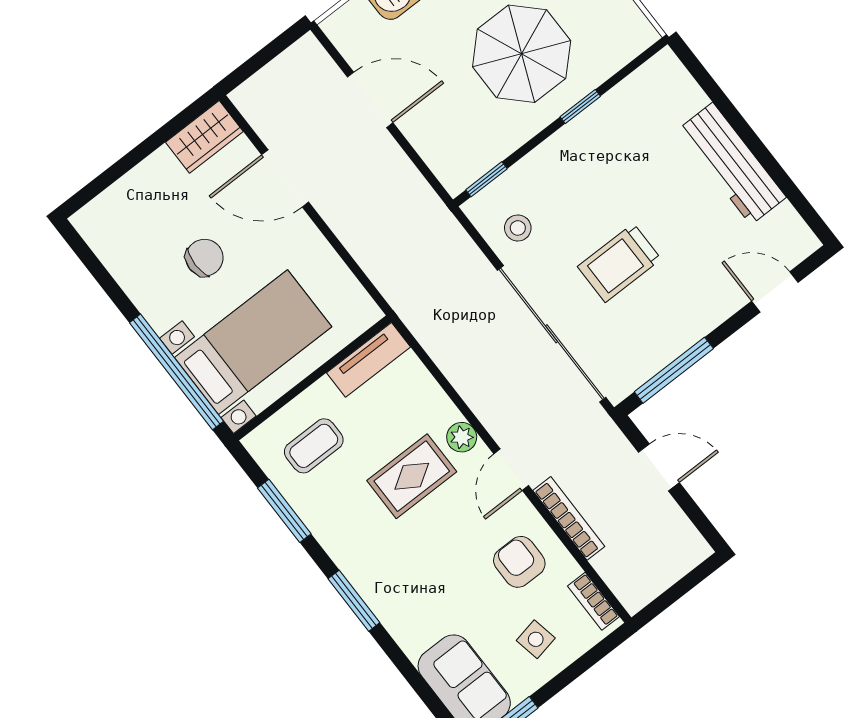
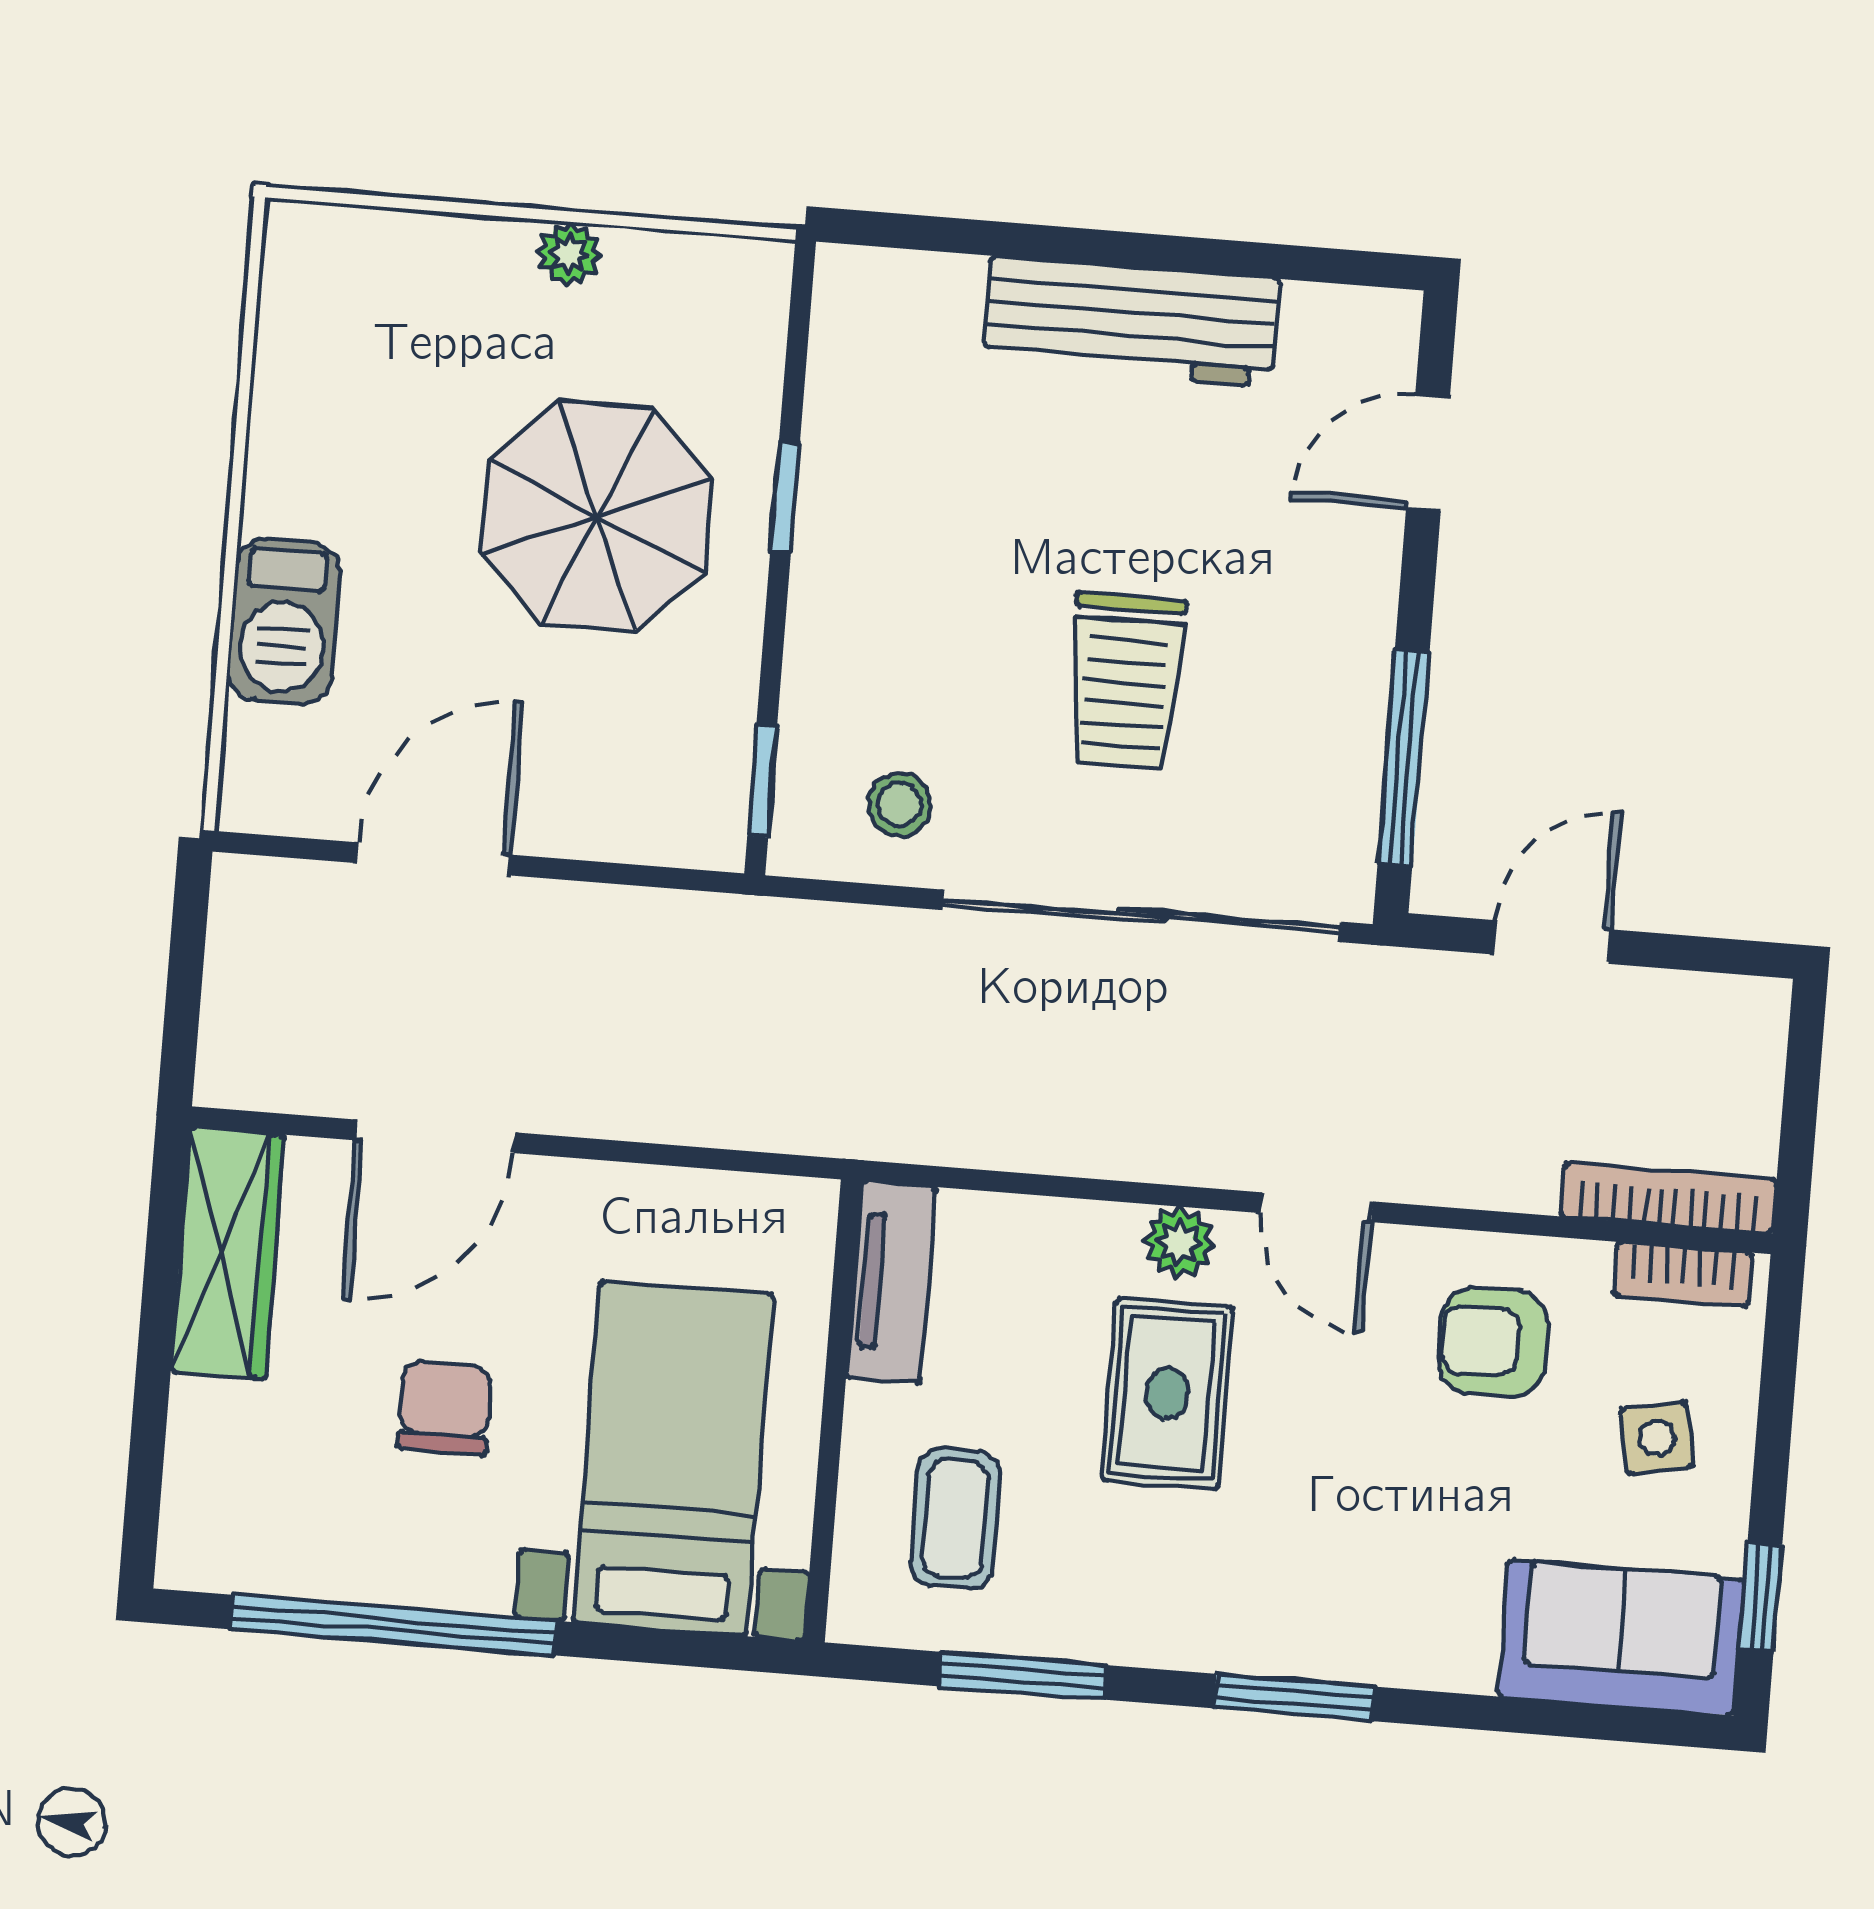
wardrobe: (204, 137) -> (228, 1253), width x1.50
window: (177, 372) -> (394, 1625), moved
bookcase: (569, 518) -> (1669, 1198), moved

